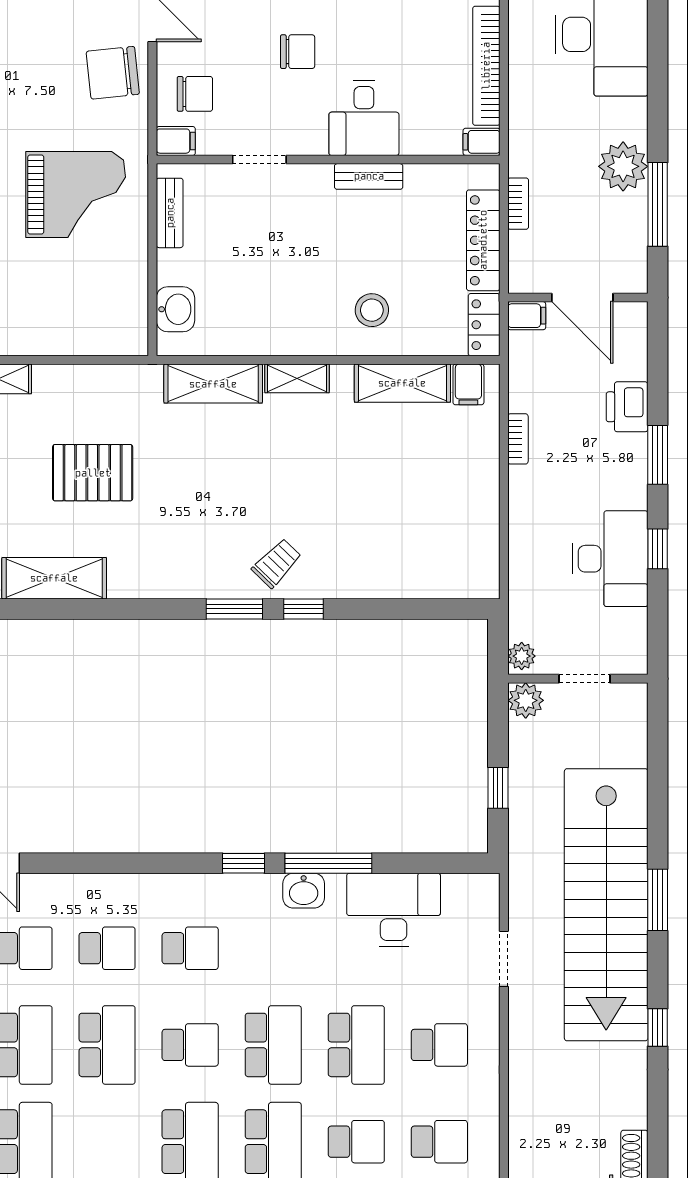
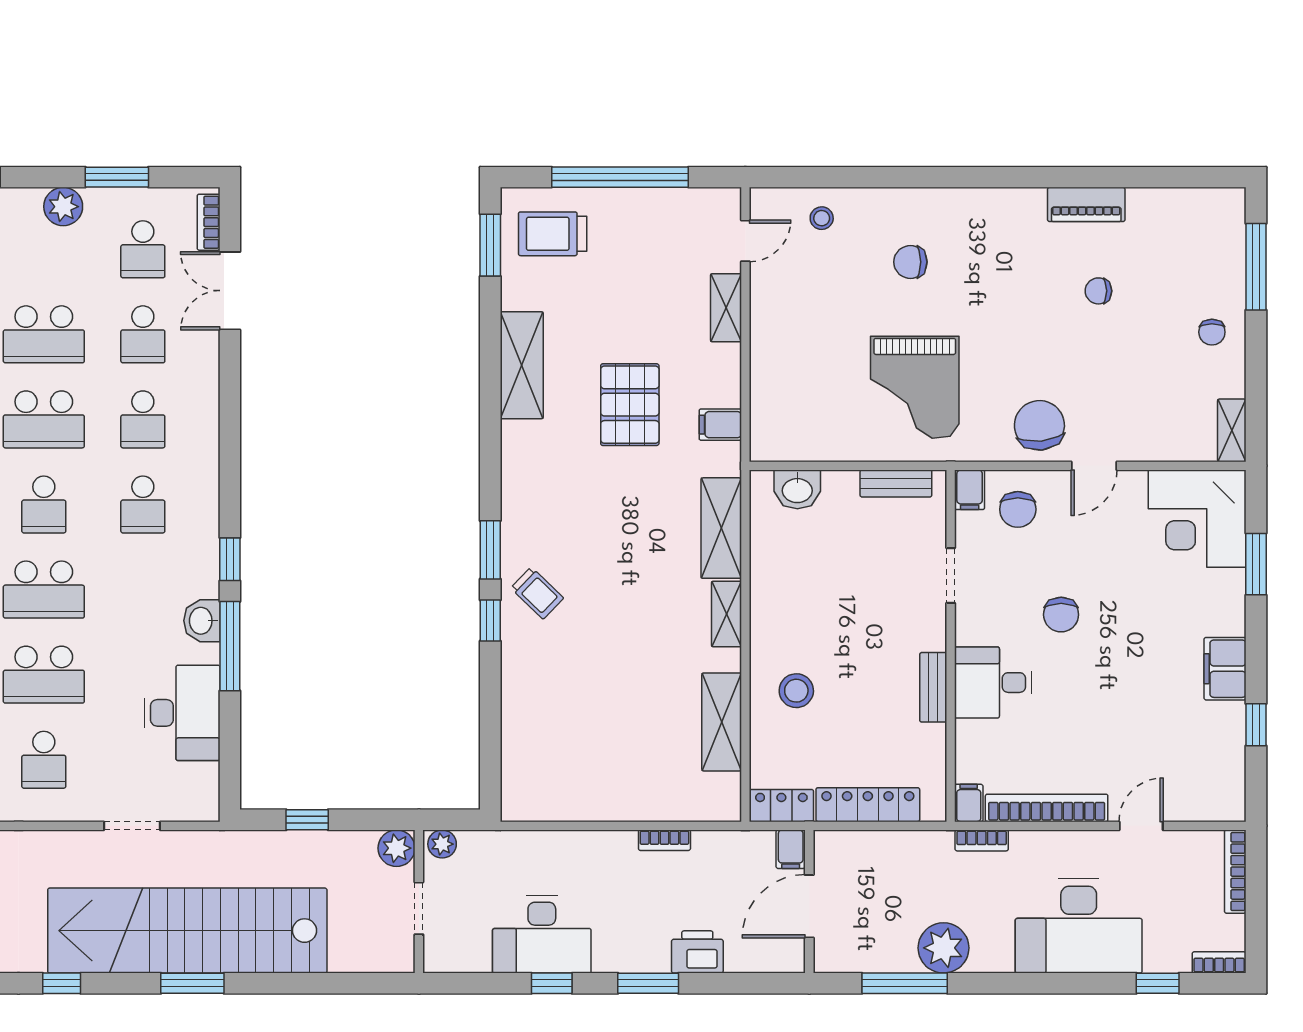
bookcase: (518, 204) -> (982, 840), moved
filing cabinet: (468, 384) -> (720, 425), moved

